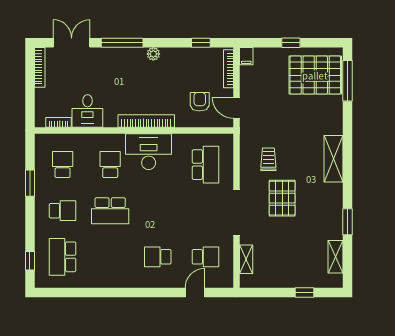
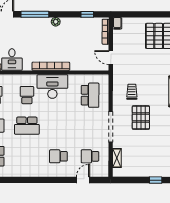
window: (291, 43) -> (147, 14), removed
armchair: (200, 102) -> (86, 54), removed
school desk: (205, 257) -> (90, 156), turned 180

